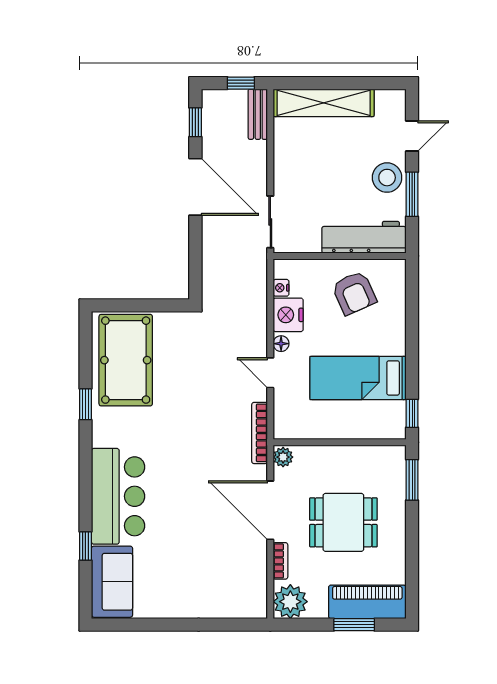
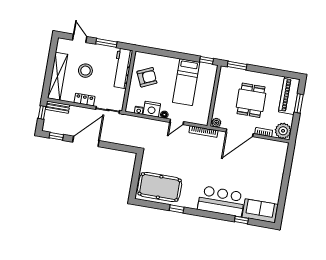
locker: (284, 169) -> (84, 100), added
stool: (387, 178) -> (85, 71), moved

